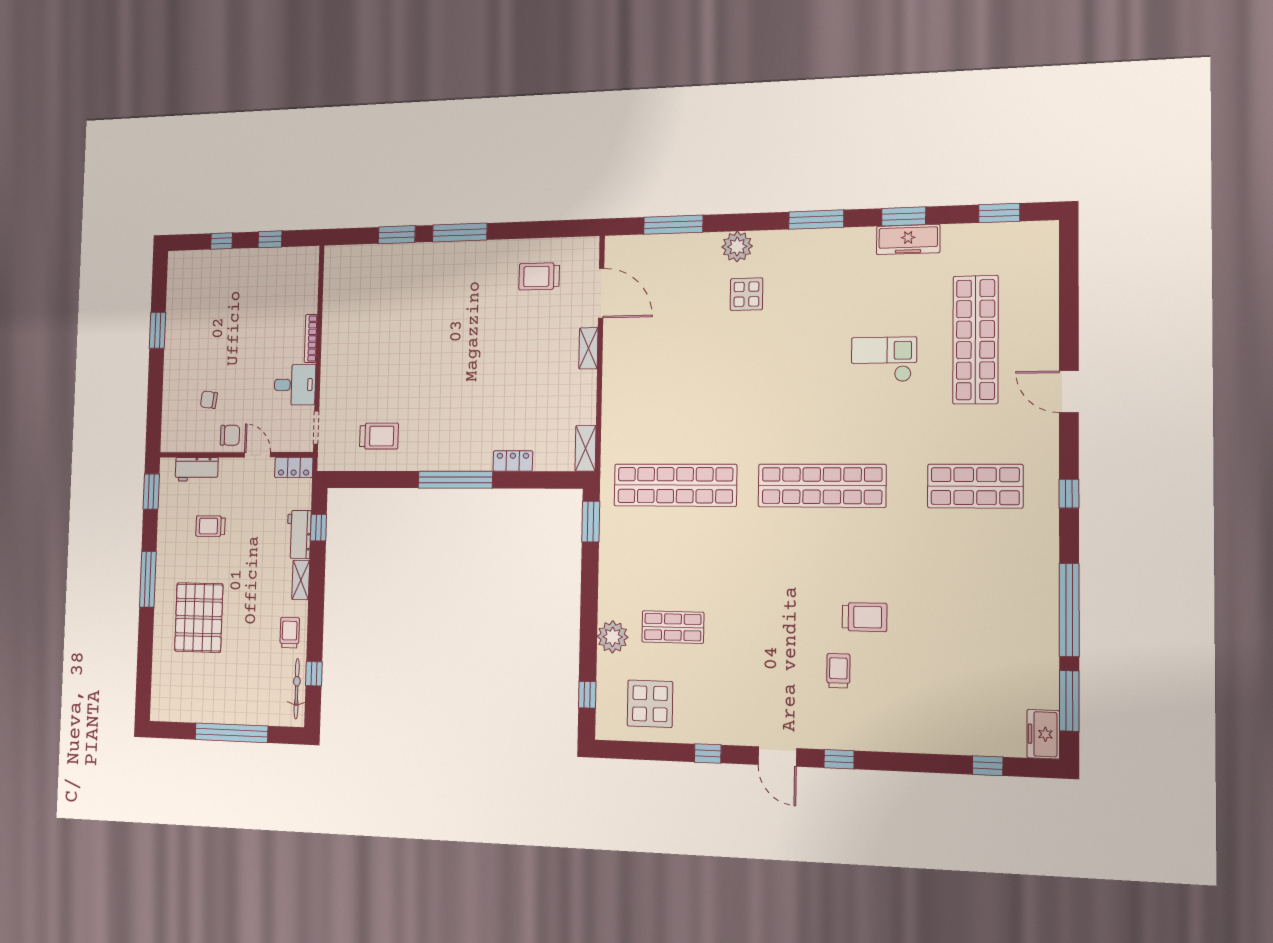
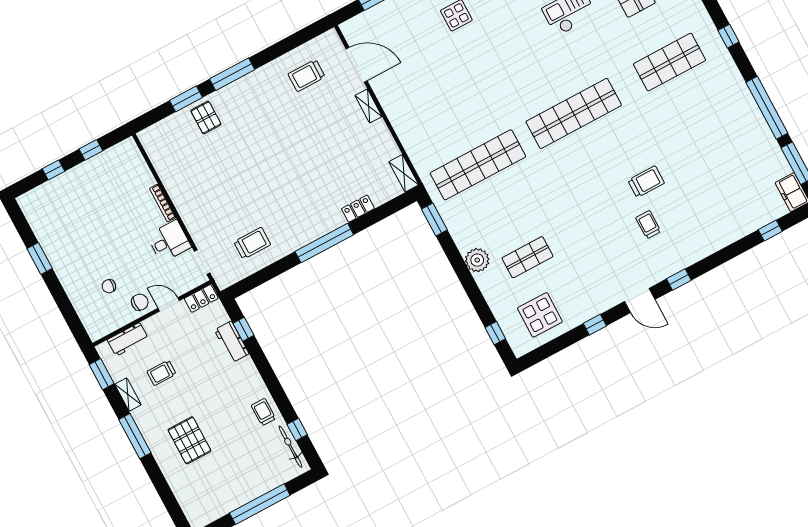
pallet: (406, 267) -> (206, 118), added
shelving: (301, 580) -> (128, 394), moved
pallet: (199, 617) -> (189, 440), width x0.73, depth x0.71
plant: (613, 637) -> (477, 260), moved

